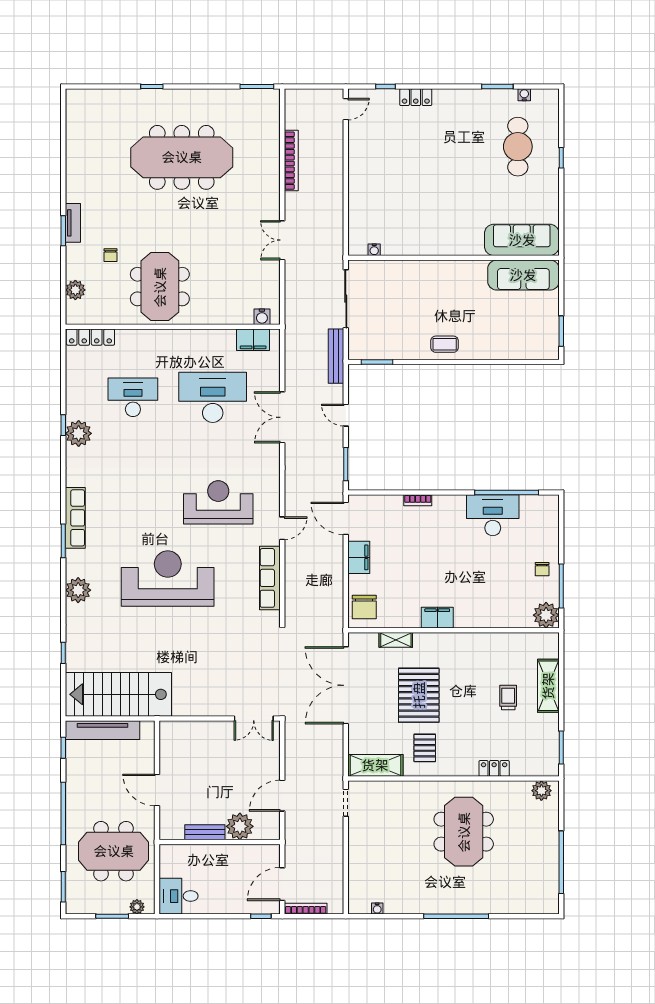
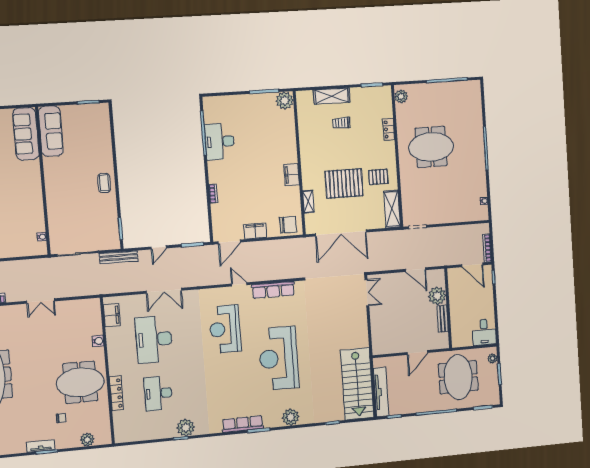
water cooler: (262, 317) -> (98, 341), moved
locker: (90, 337) -> (116, 393), moved
chair: (542, 569) -> (254, 105), removed

